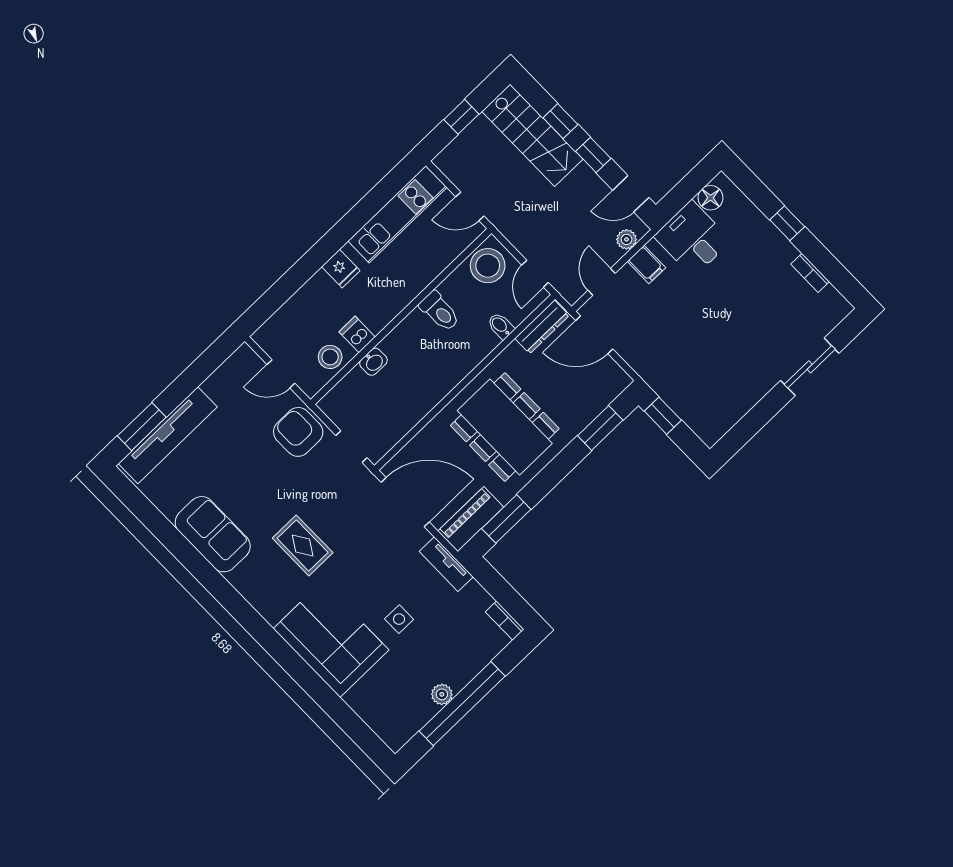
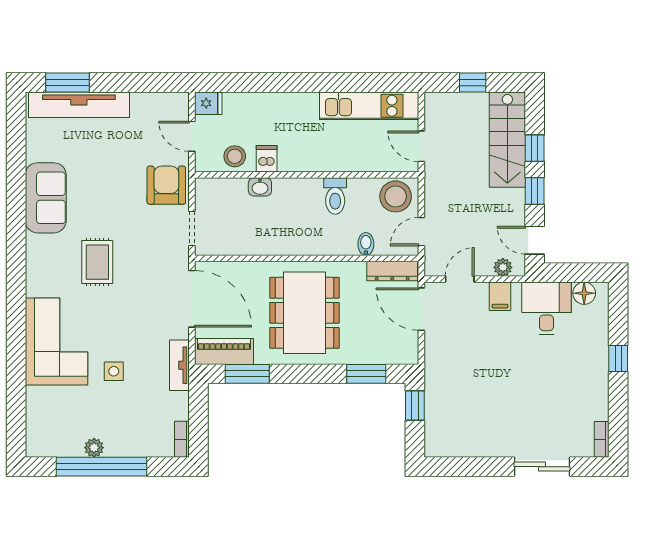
fridge: (341, 269) -> (208, 103), moved, turned -90
bookcase: (810, 273) -> (602, 439), moved

